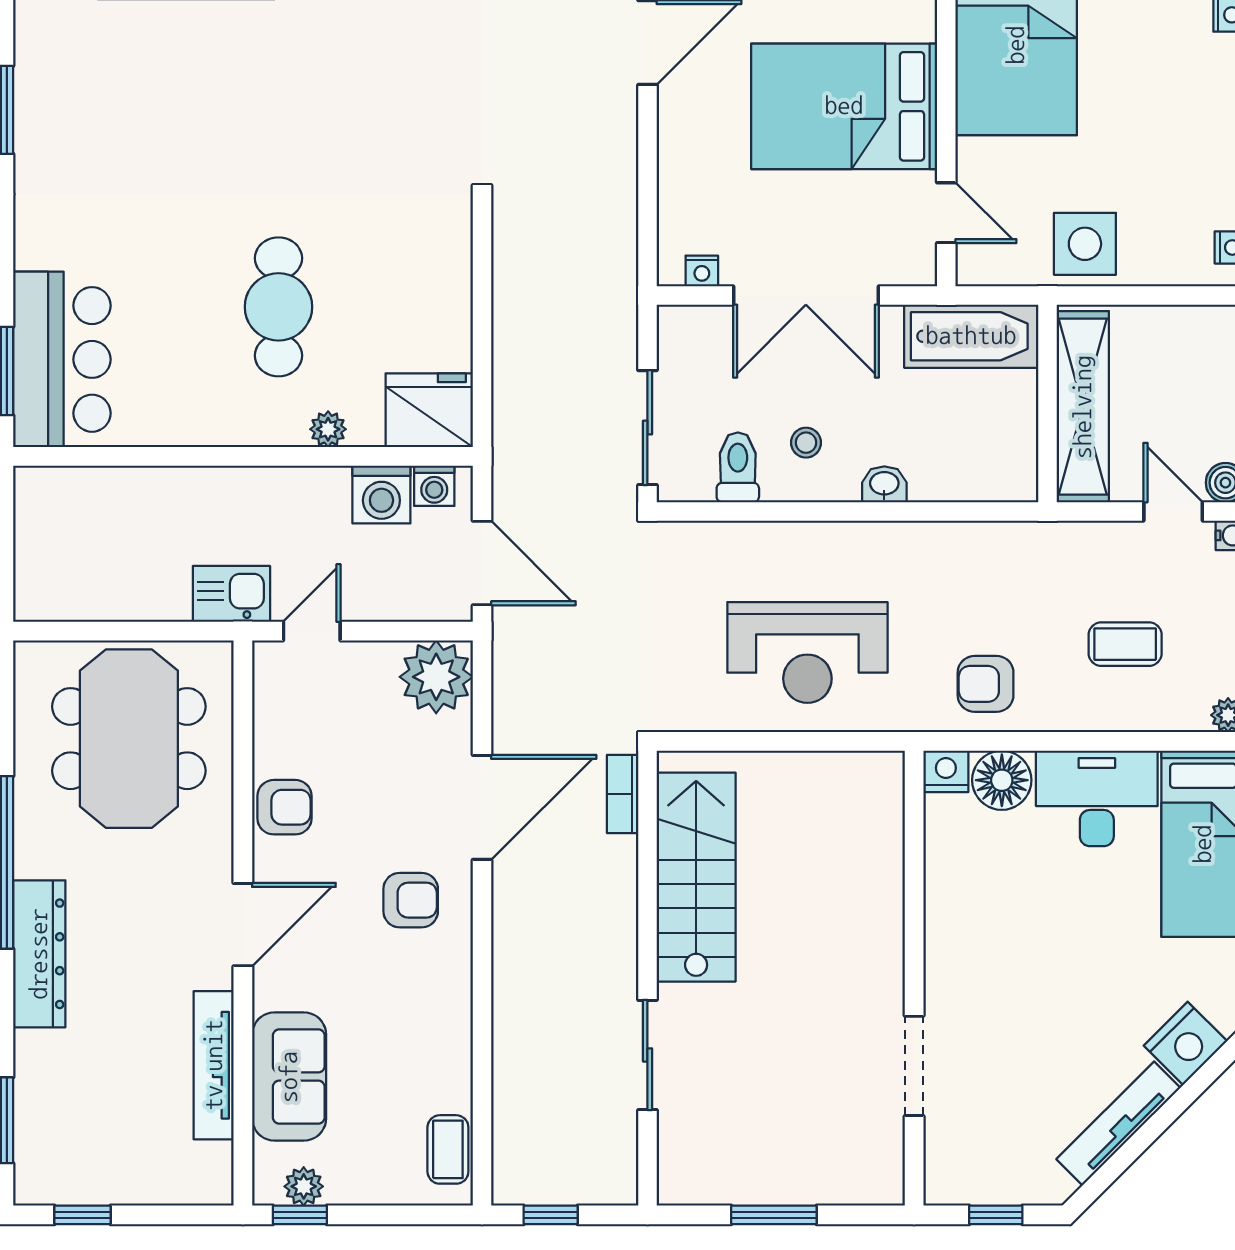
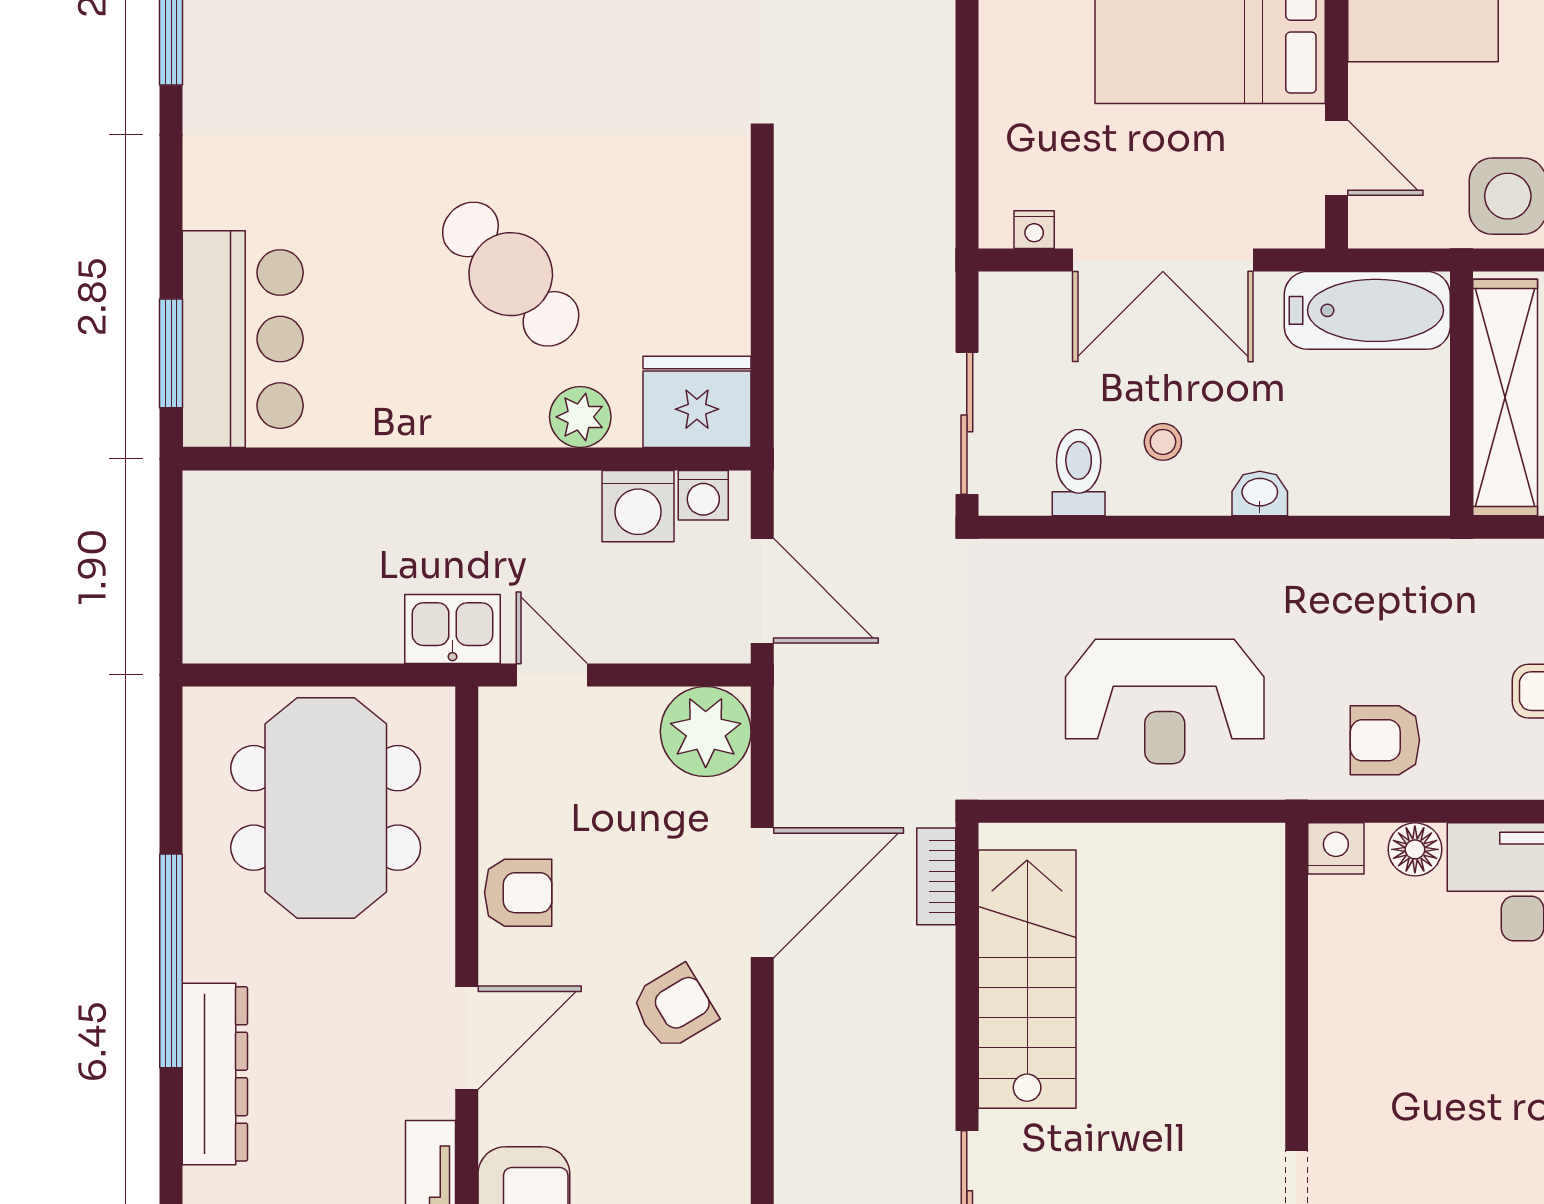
cafe table: (278, 307) -> (511, 274), turned -42
plant: (328, 429) -> (580, 417), width x1.38, depth x1.38
door: (312, 631) -> (552, 675), hinge flipped
floor lamp: (1002, 780) -> (1415, 849), width x0.73, depth x0.73
armchair: (411, 900) -> (674, 1008), turned -31

